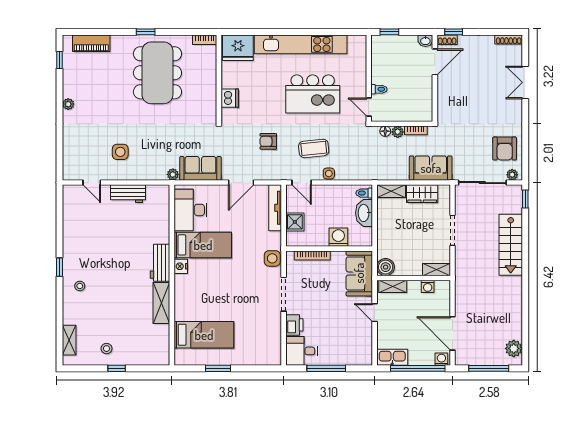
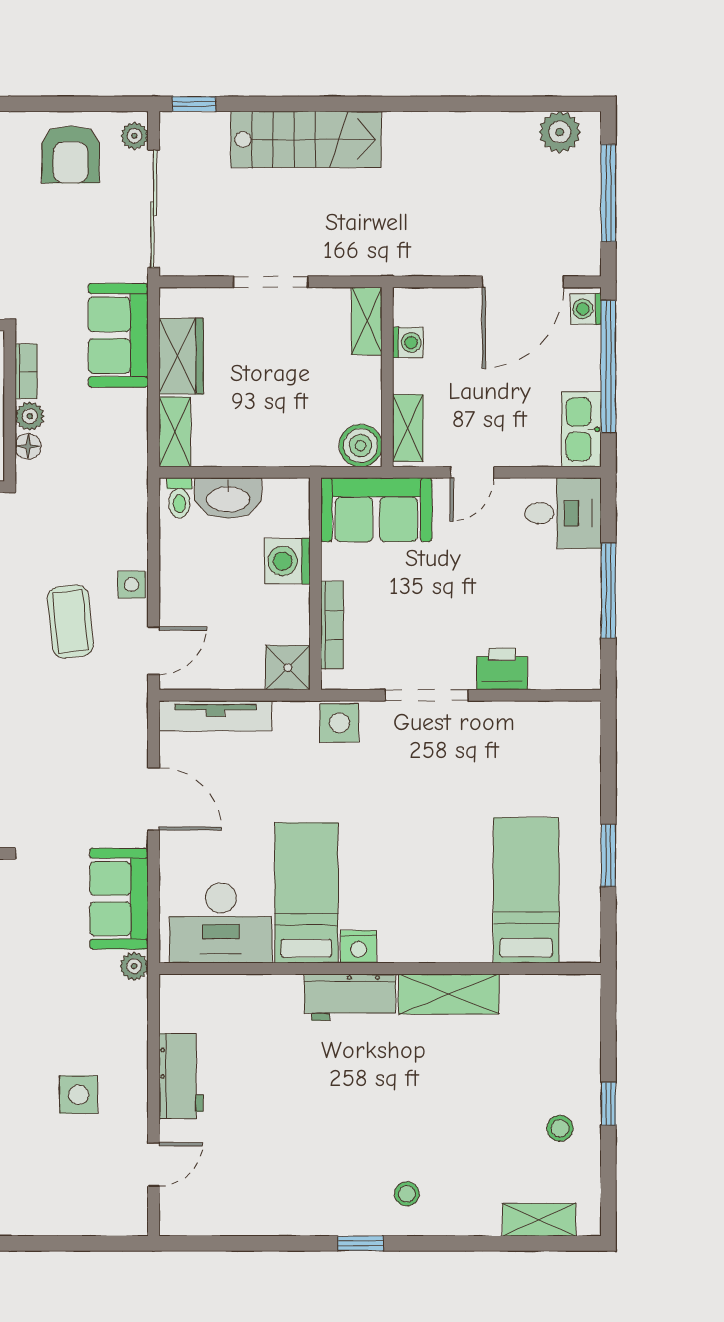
armchair: (268, 141) -> (53, 733), removed
armchair: (505, 149) -> (71, 154), turned 90
shower: (295, 222) -> (288, 668), moved
desk: (301, 351) -> (563, 513), moved, turned -90

